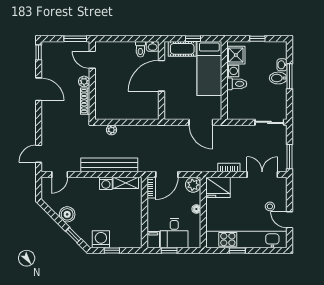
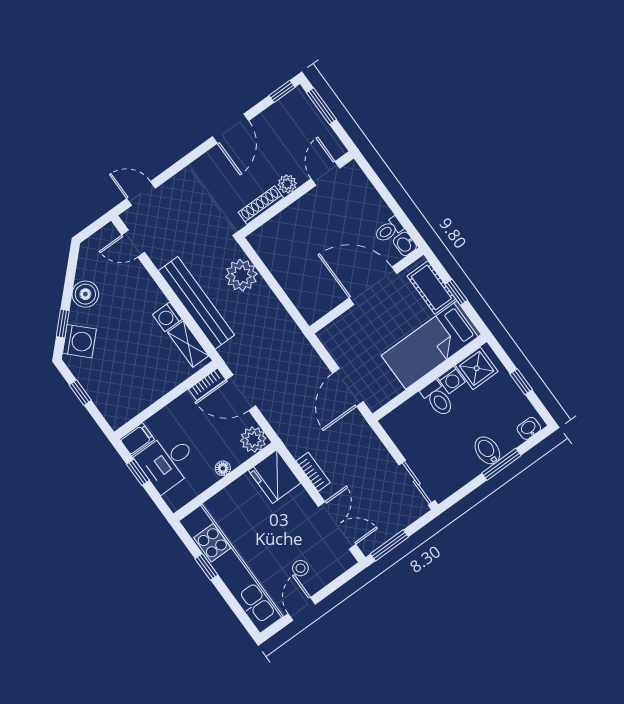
window: (75, 39) -> (322, 106), moved
washbasin: (282, 65) -> (529, 428), moved
plant: (112, 130) -> (241, 275), width x1.88, depth x1.88
washing machine: (101, 239) -> (79, 341), moved, turned 45

